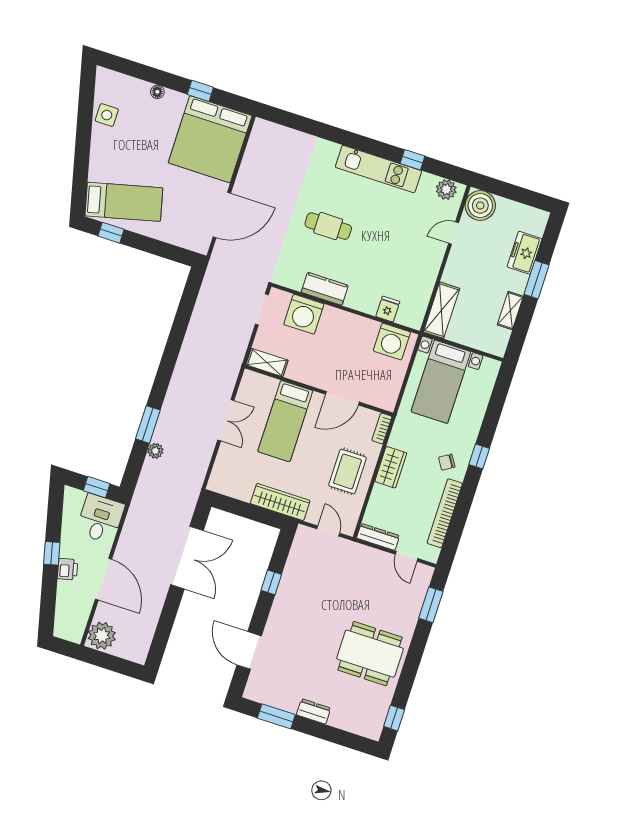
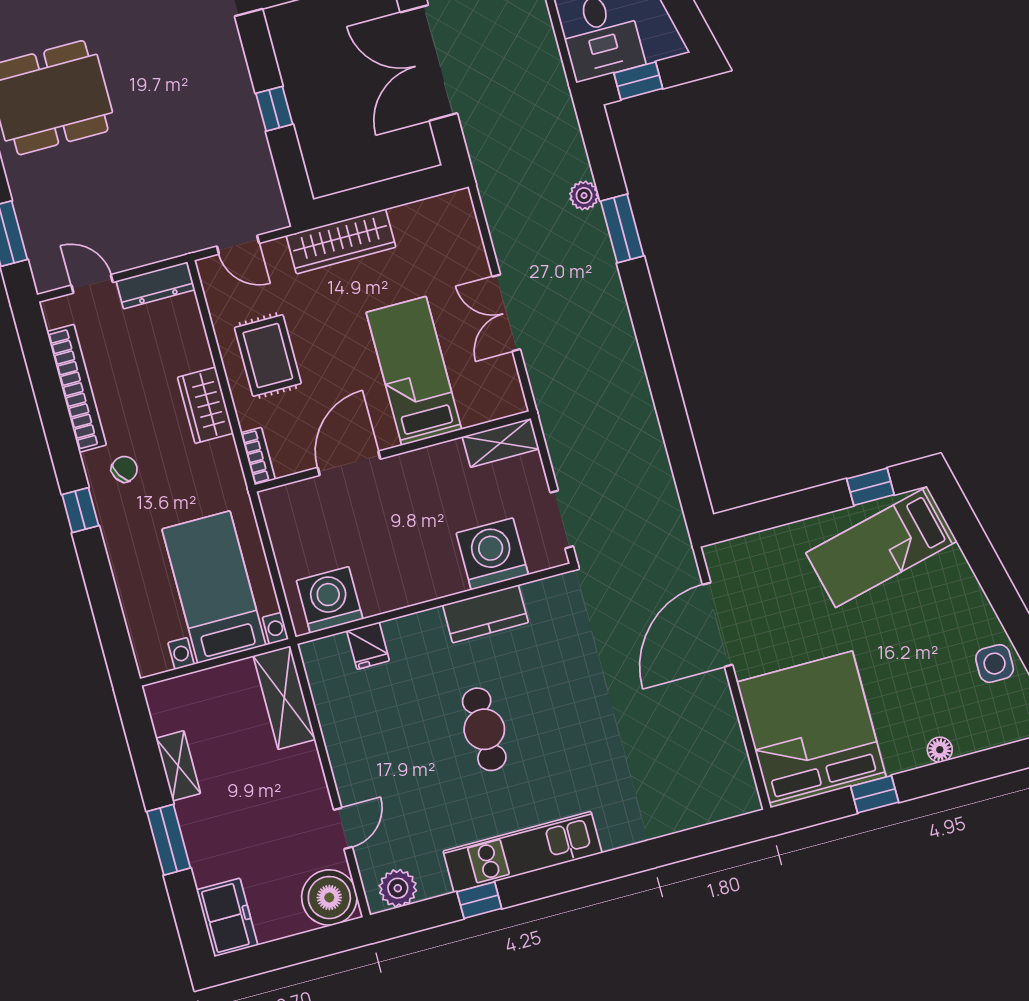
cafe table: (328, 226) -> (484, 729), moved, turned 90
freezer: (524, 253) -> (227, 918), moved

